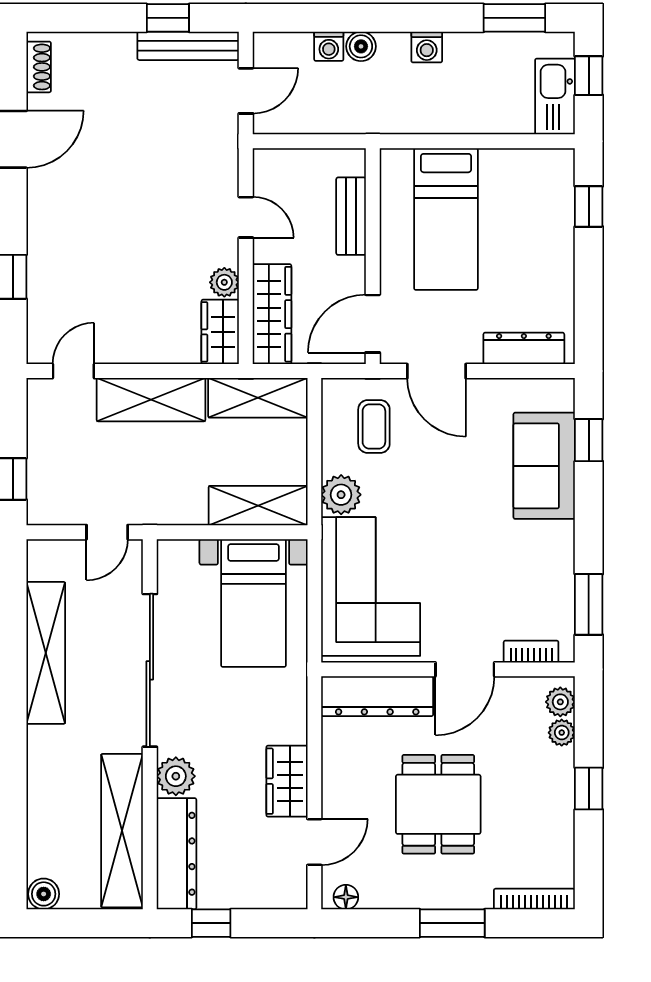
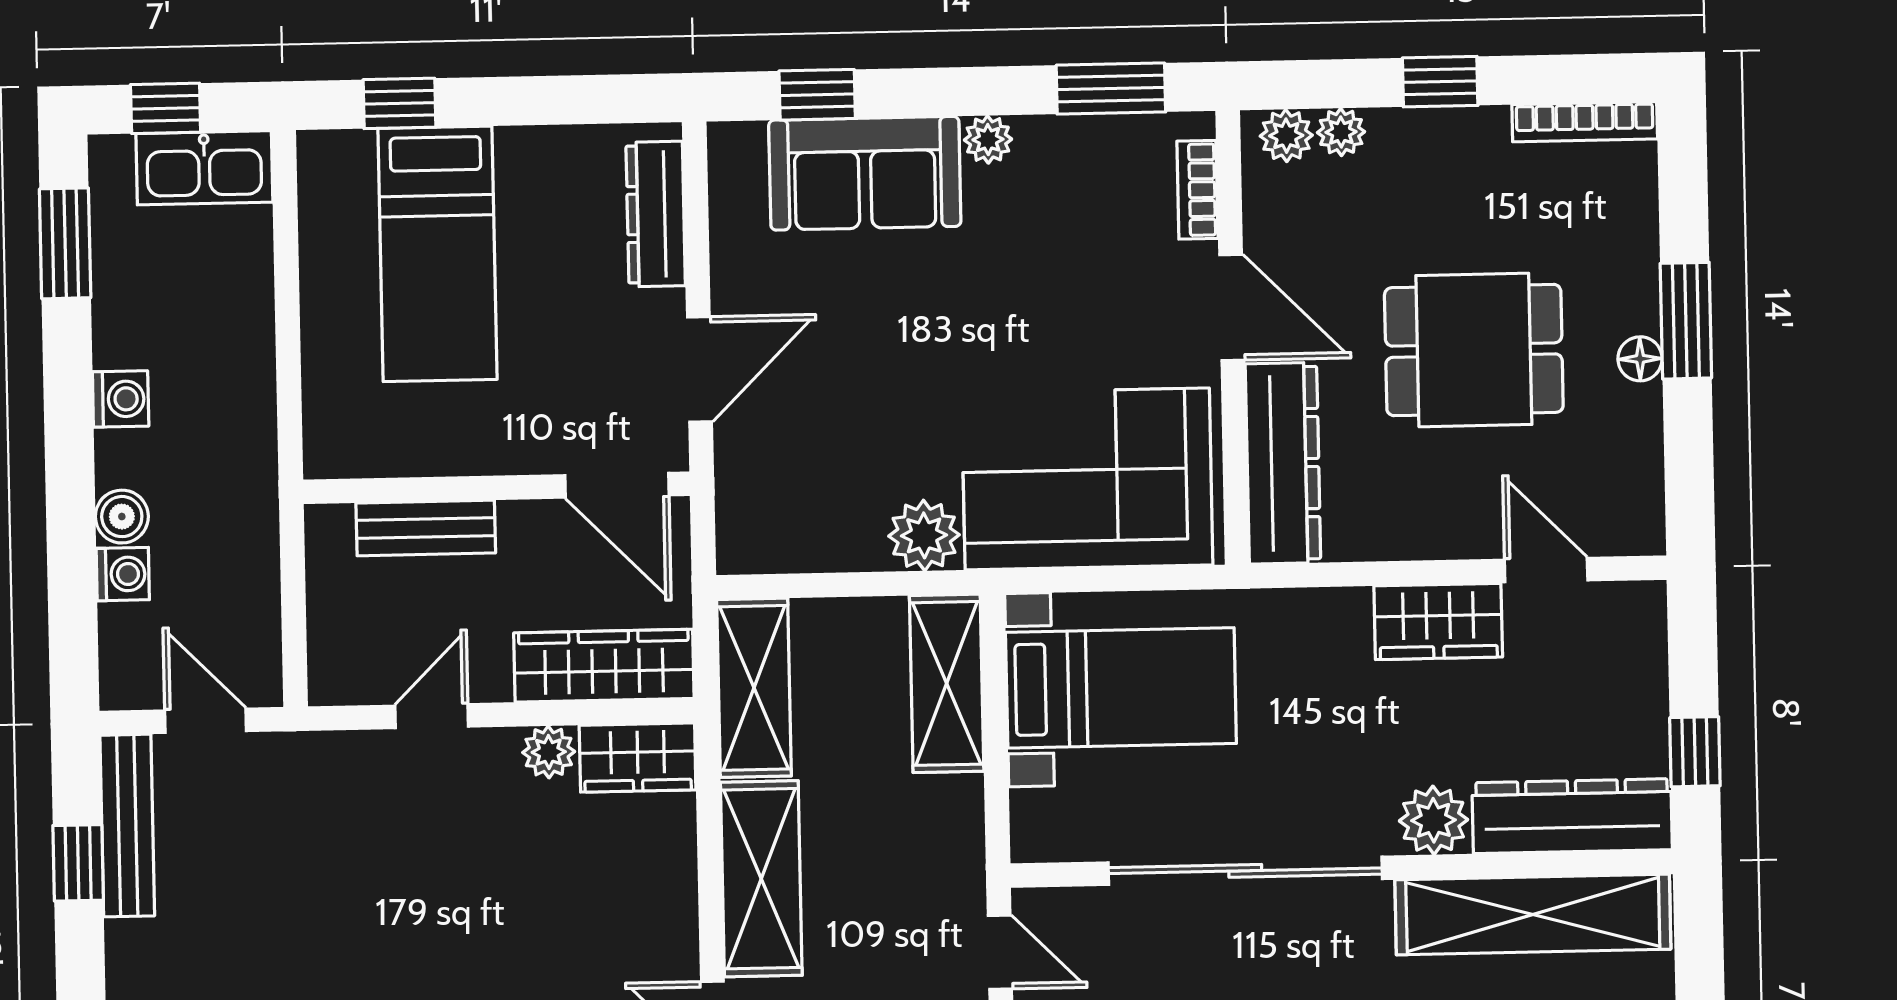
bed: (446, 219) -> (437, 254), moved, turned 90
coffee table: (374, 427) -> (801, 479), removed
plant: (562, 535) -> (988, 140), added
floor lamp: (346, 897) -> (1640, 359), moved
bookcase: (534, 899) -> (1585, 122), moved, turned -90

